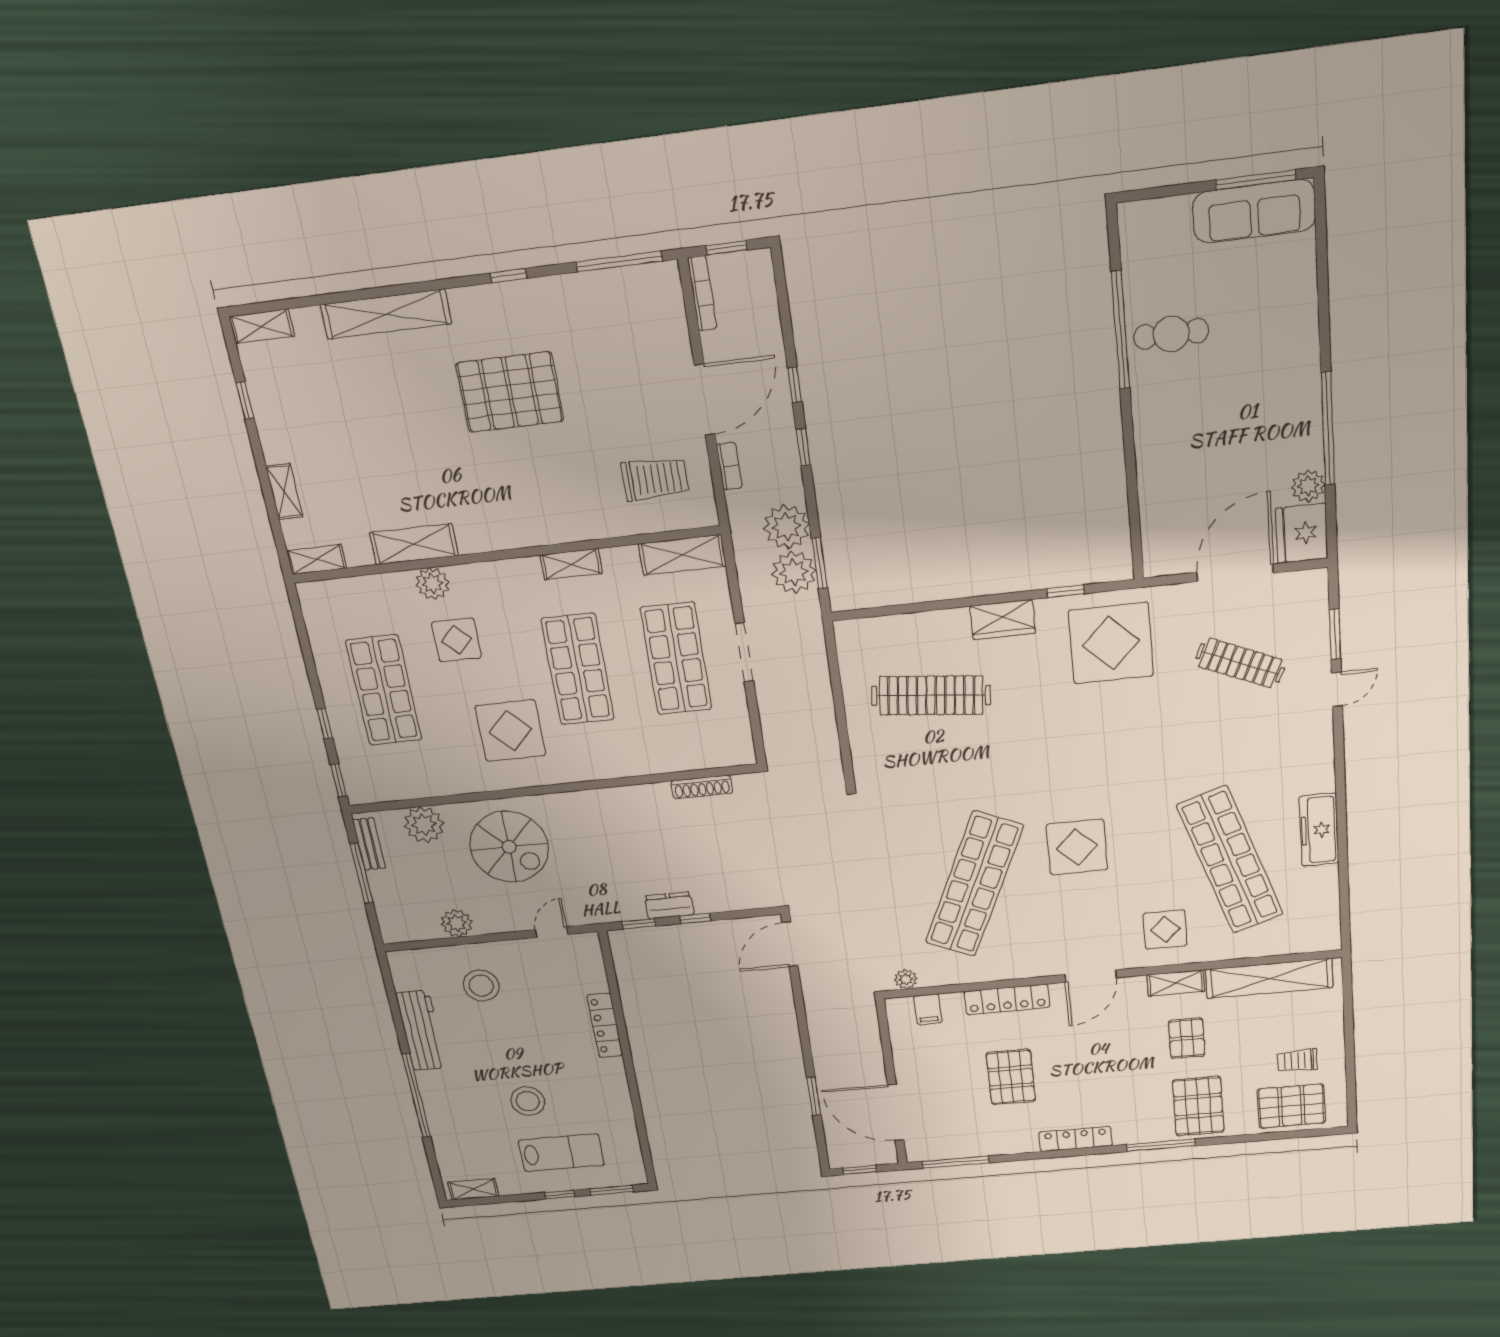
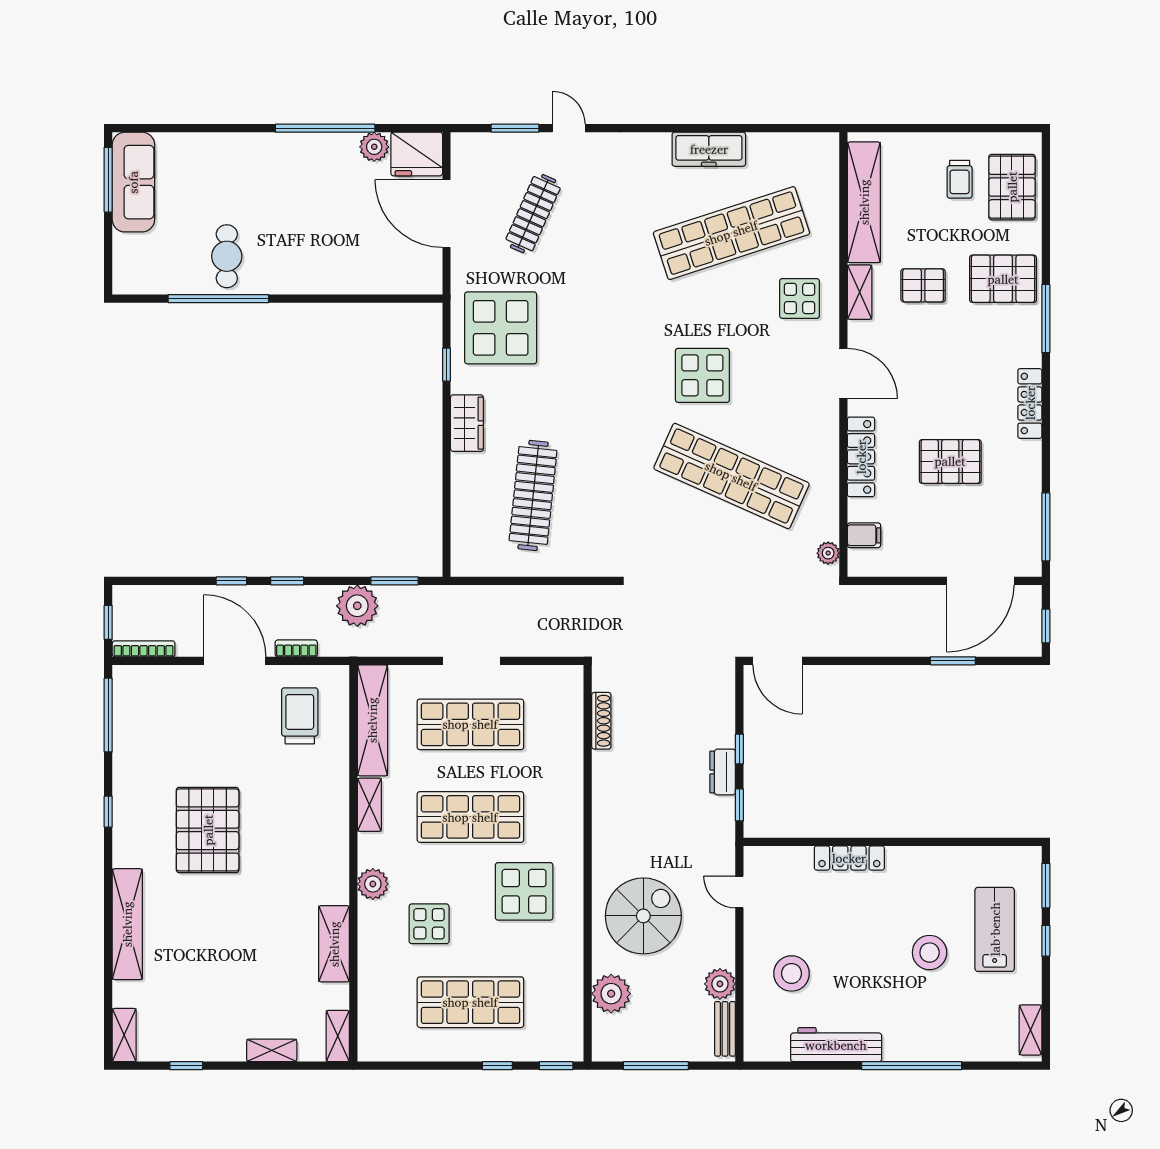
shelving: (682, 555) -> (372, 720), width x1.47
plant: (794, 572) -> (400, 605), removed
plant: (432, 584) -> (373, 884), moved
bench: (369, 844) -> (725, 1029), moved, turned 90

